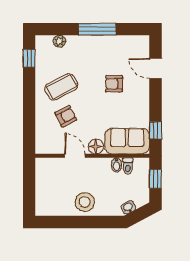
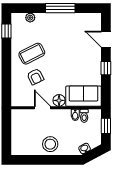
armchair: (114, 84) -> (73, 51), removed
armchair: (66, 116) -> (35, 77), turned 91
window: (155, 130) -> (106, 68), moved

